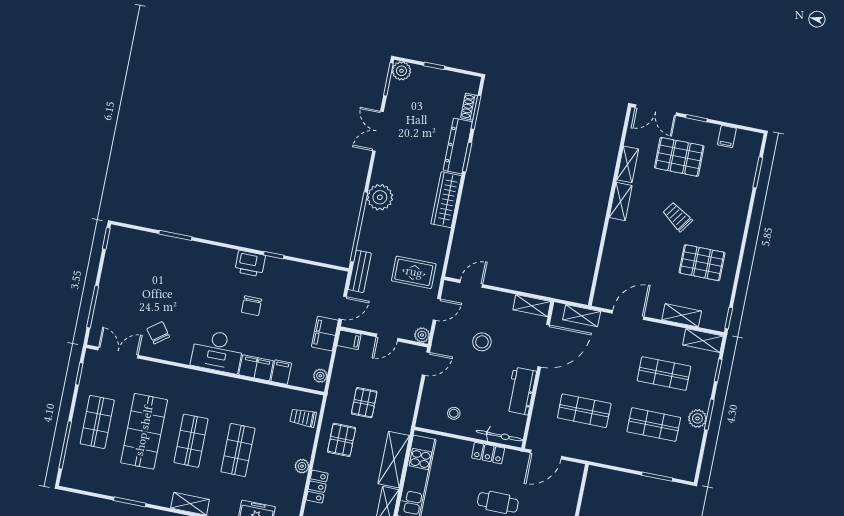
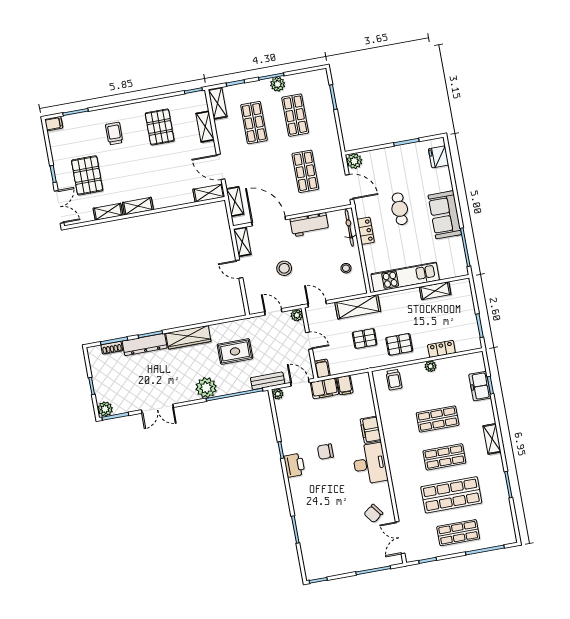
filing cabinet: (727, 137) -> (54, 124), moved
trolley: (677, 217) -> (114, 134), moved, turned 145
rug: (414, 272) -> (235, 351), moved, turned 90
door: (471, 284) -> (239, 269), moved
shelving: (603, 289) -> (209, 193), added
chair: (252, 306) -> (325, 452), turned 180
filing cabinet: (281, 372) -> (345, 385), moved, turned -90
plant: (320, 376) -> (278, 394), moved
shelving: (394, 460) -> (358, 307), moved
plant: (574, 472) -> (354, 161), added

